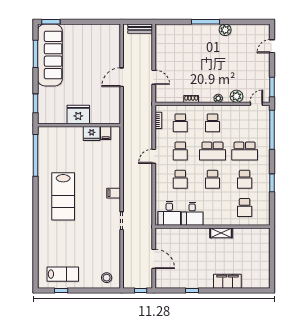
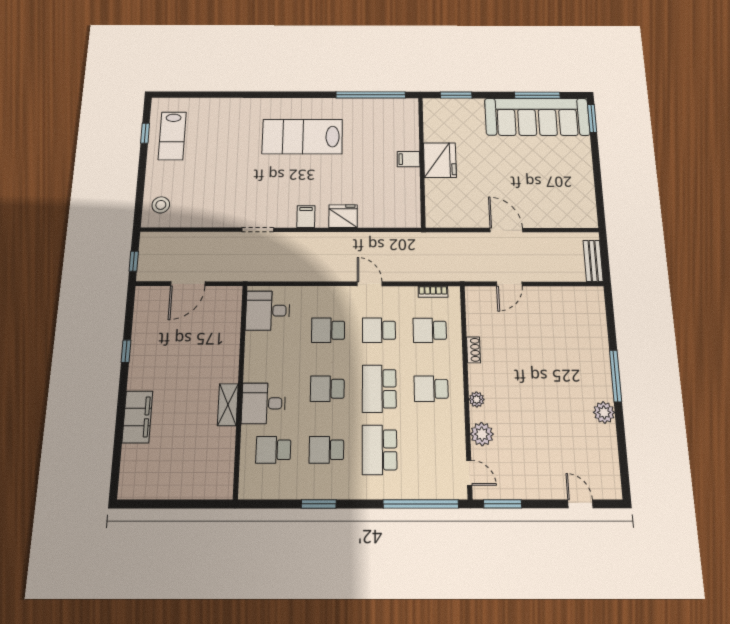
fridge: (92, 133) -> (343, 216), moved, turned 90
filing cabinet: (106, 133) -> (408, 159), moved
desk: (192, 214) -> (264, 403), moved

